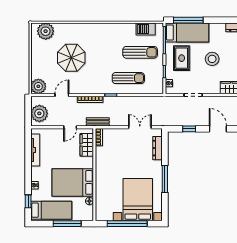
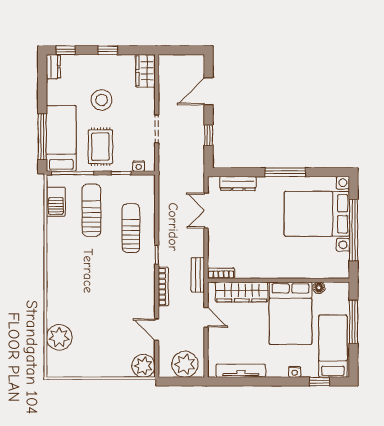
plant: (46, 31) -> (59, 337), moved
parasol: (71, 58) -> (100, 315), removed
rug: (182, 58) -> (100, 147), turned 90
wardrobe: (87, 145) -> (242, 292), width x1.50

